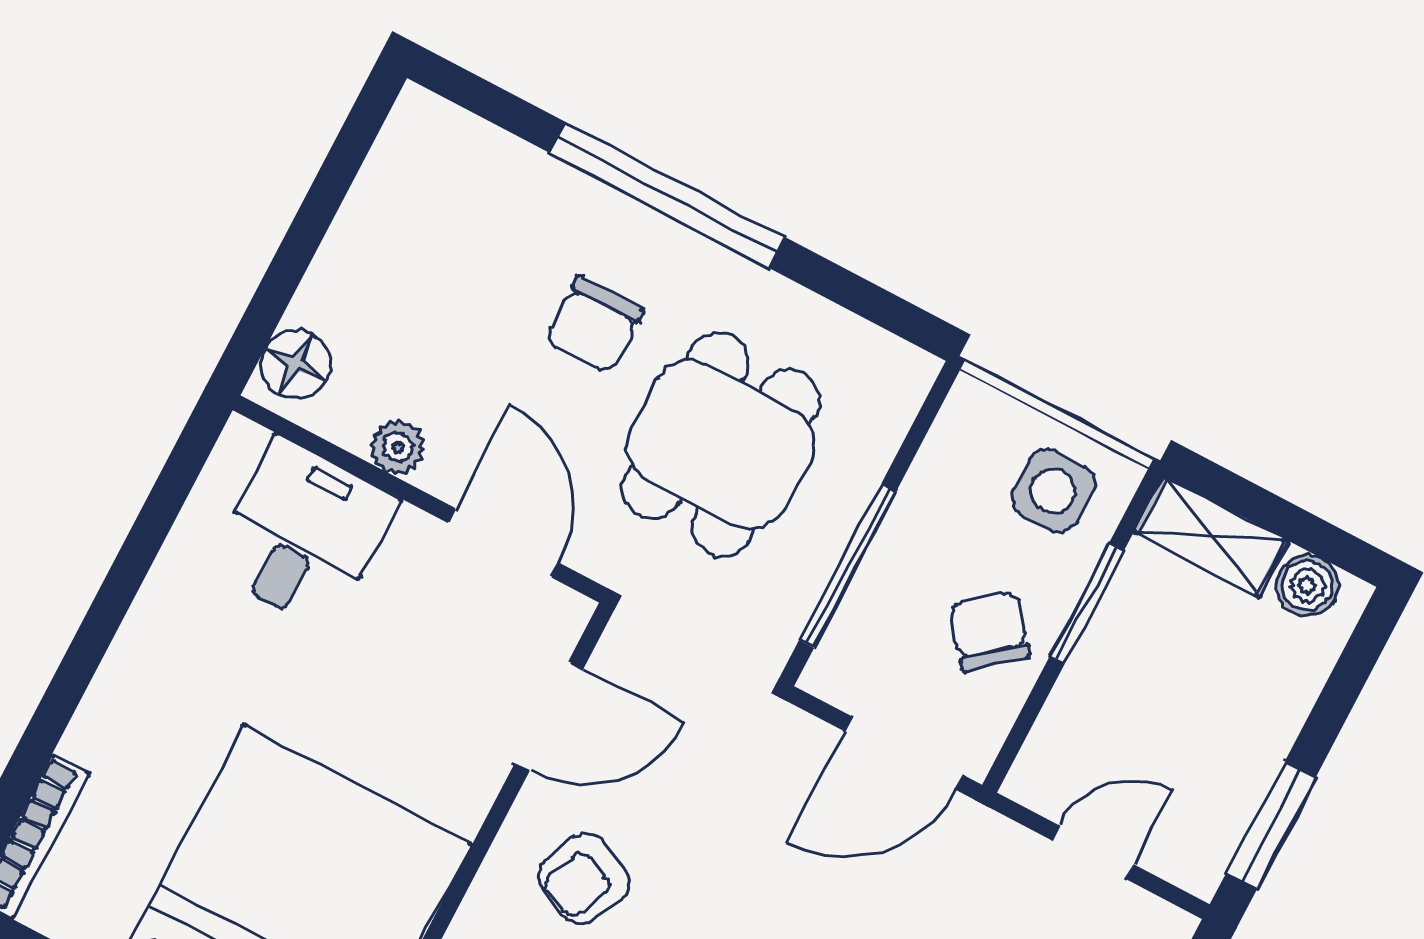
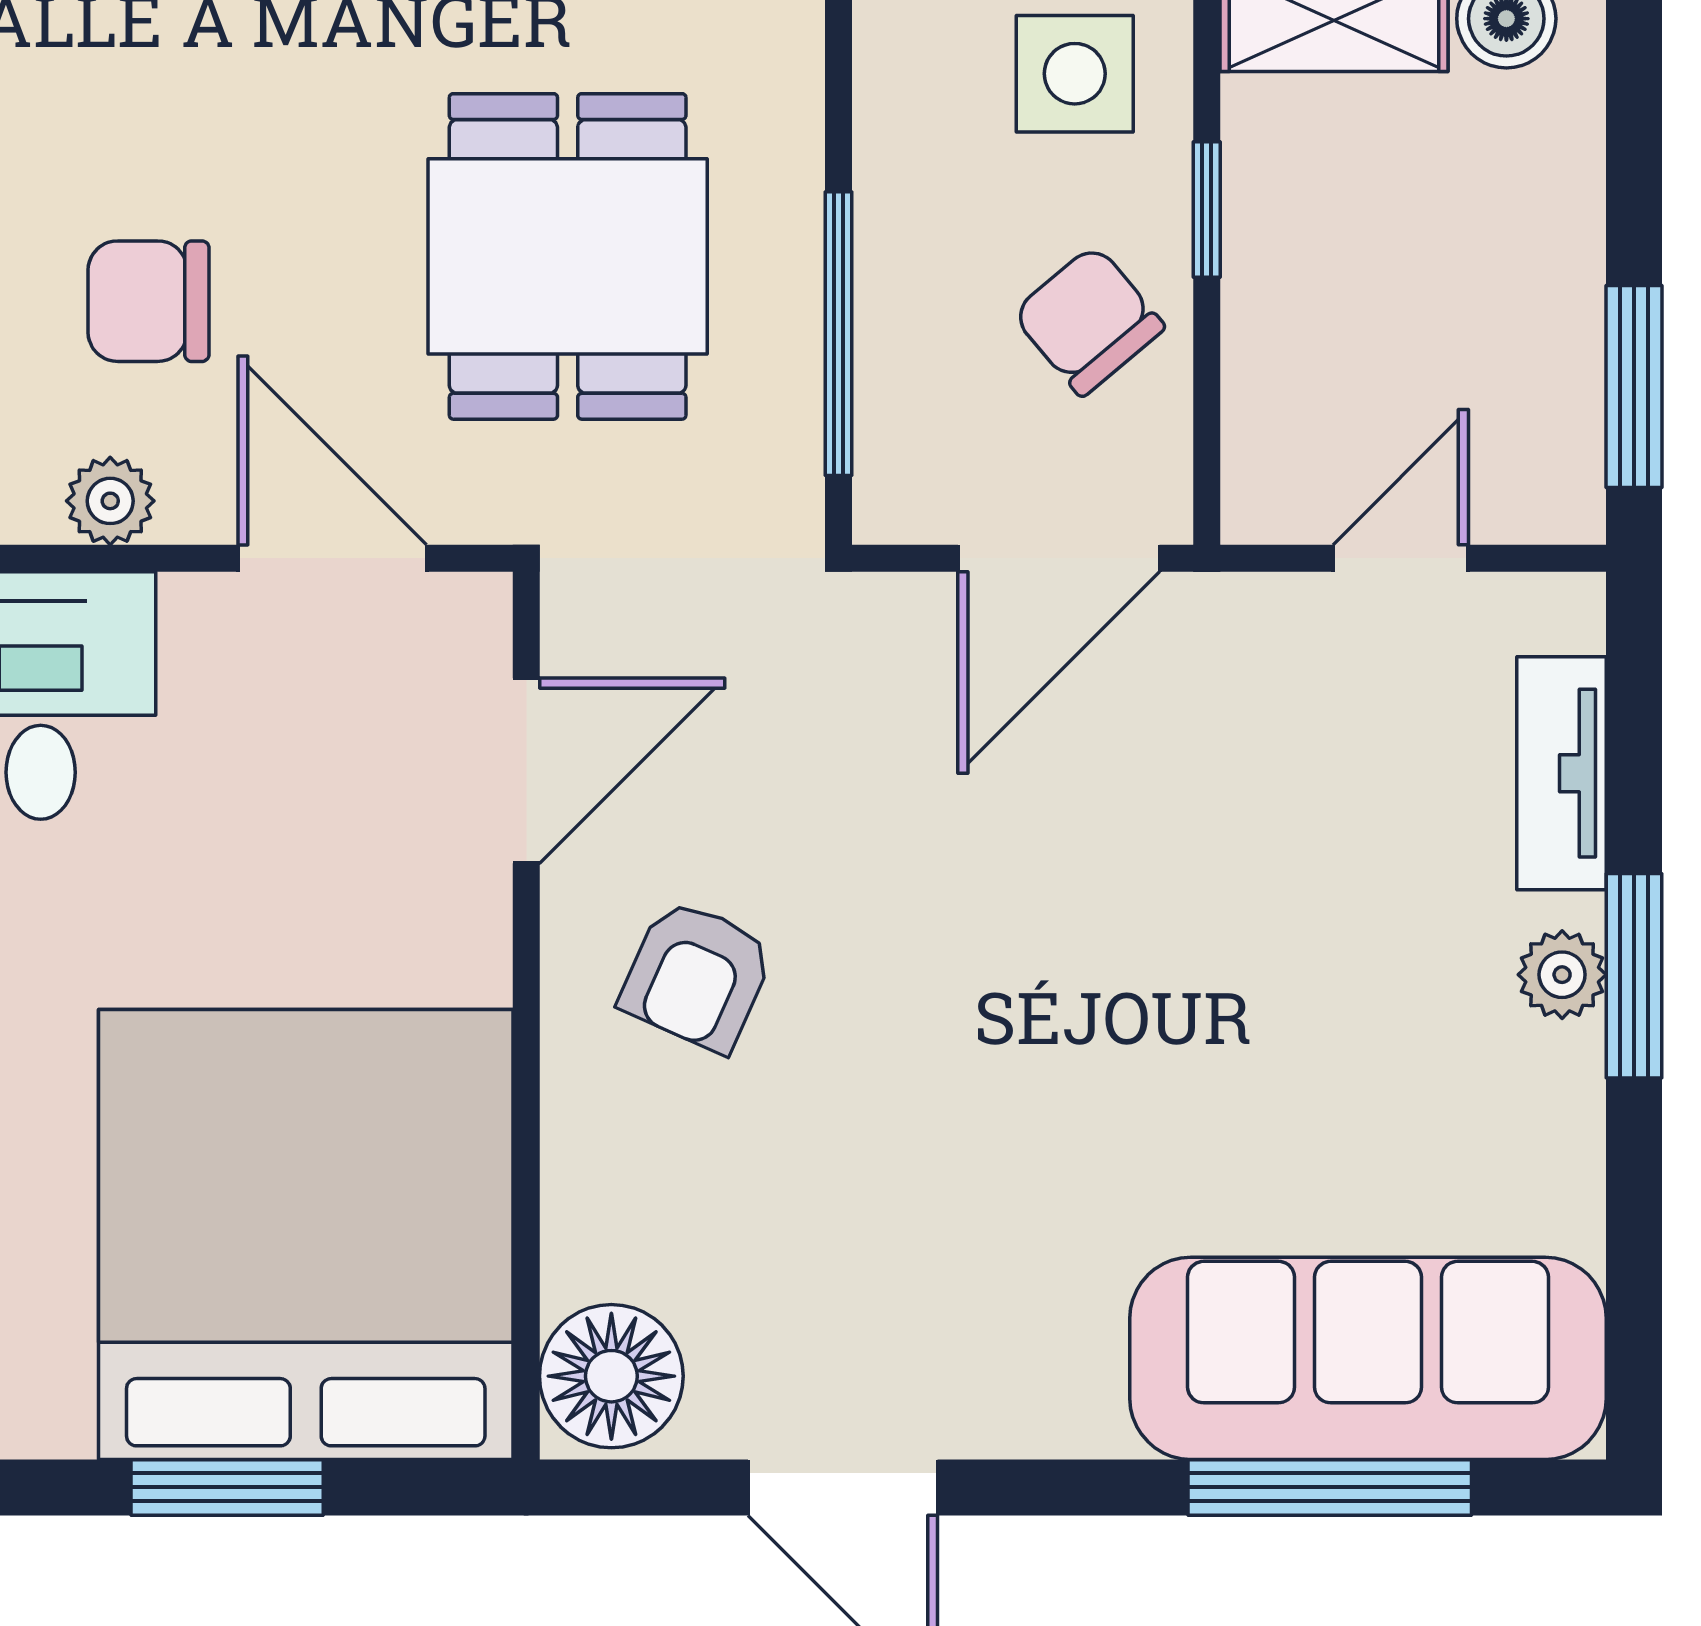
chair: (594, 325) -> (149, 301), moved, turned 90
window: (1087, 604) -> (1207, 210), width x0.67

